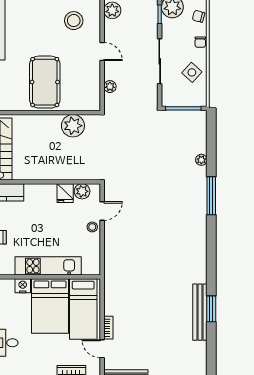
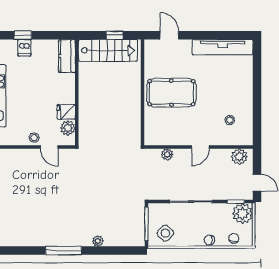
stool: (74, 21) -> (230, 120), width x0.53, depth x0.53
side table: (192, 72) -> (165, 233), moved
plant: (73, 126) -> (130, 119), removed

